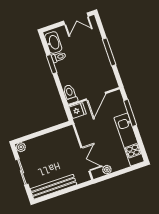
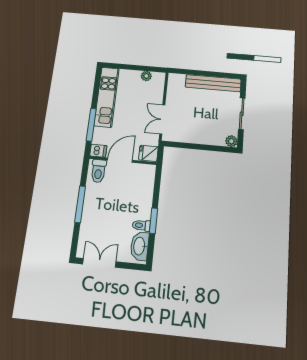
toilet: (70, 94) -> (98, 171), moved
dishwasher: (115, 96) -> (98, 151), added
double door: (85, 159) -> (162, 119), moved

